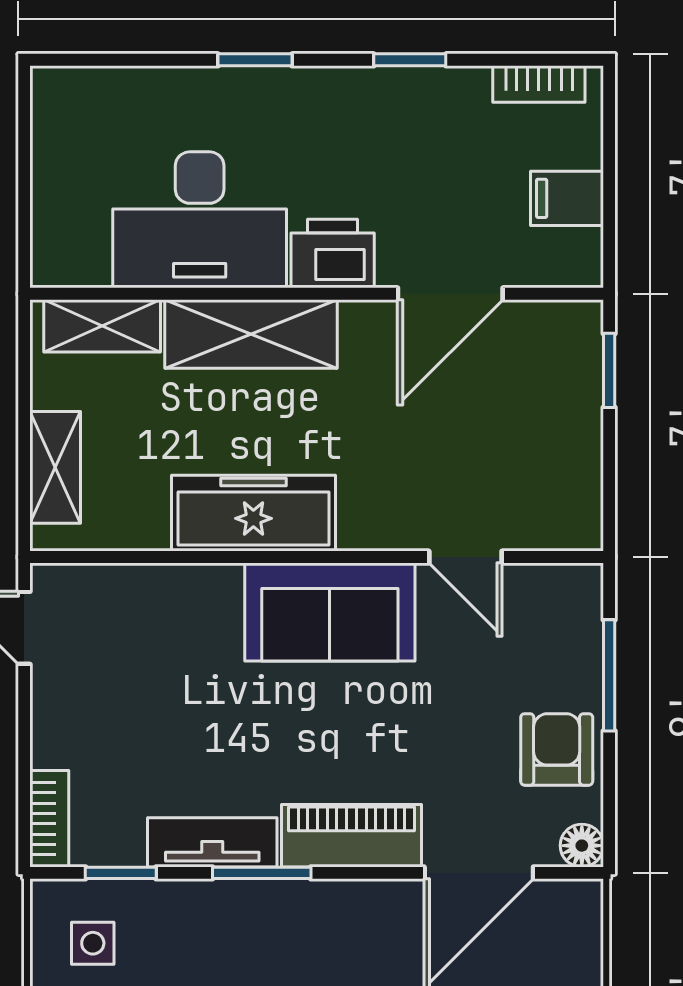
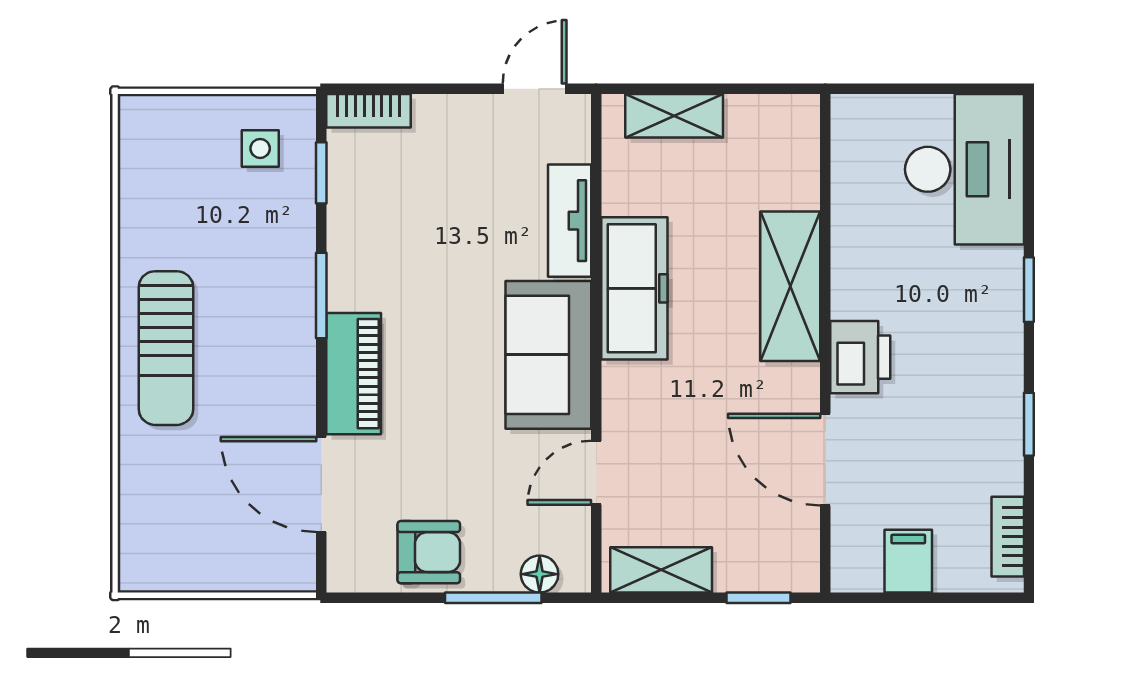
desk: (200, 220) -> (964, 169), moved, turned 180
shelving: (102, 326) -> (661, 570), moved, turned 90
tv unit: (212, 842) -> (570, 221), moved, turned 180
floor lamp: (582, 846) -> (540, 574), moved

